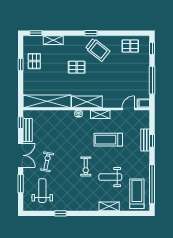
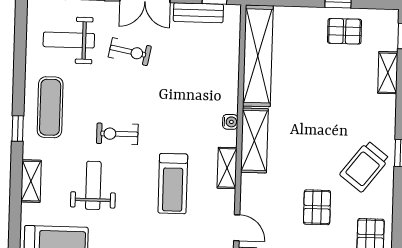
pallet: (77, 67) -> (317, 207), moved
treadmill: (108, 140) -> (173, 184), turned 180
weight bench: (42, 191) -> (69, 40), turned 180
exercise mat: (74, 198) -> (50, 107), added
window: (60, 213) -> (18, 129), moved

